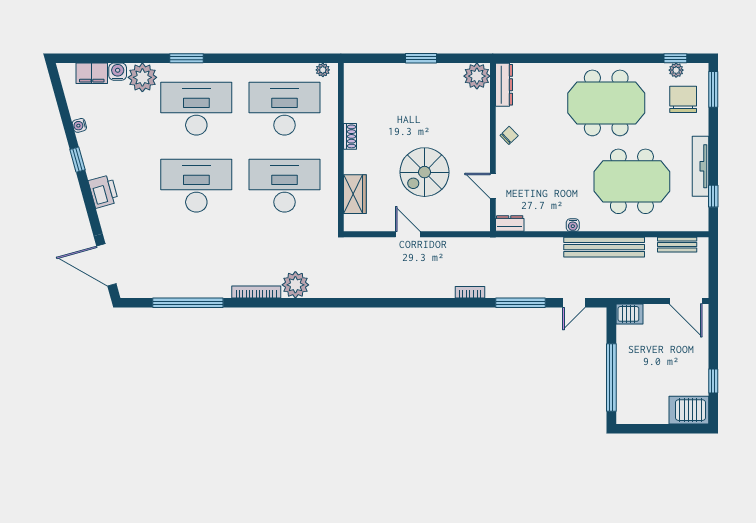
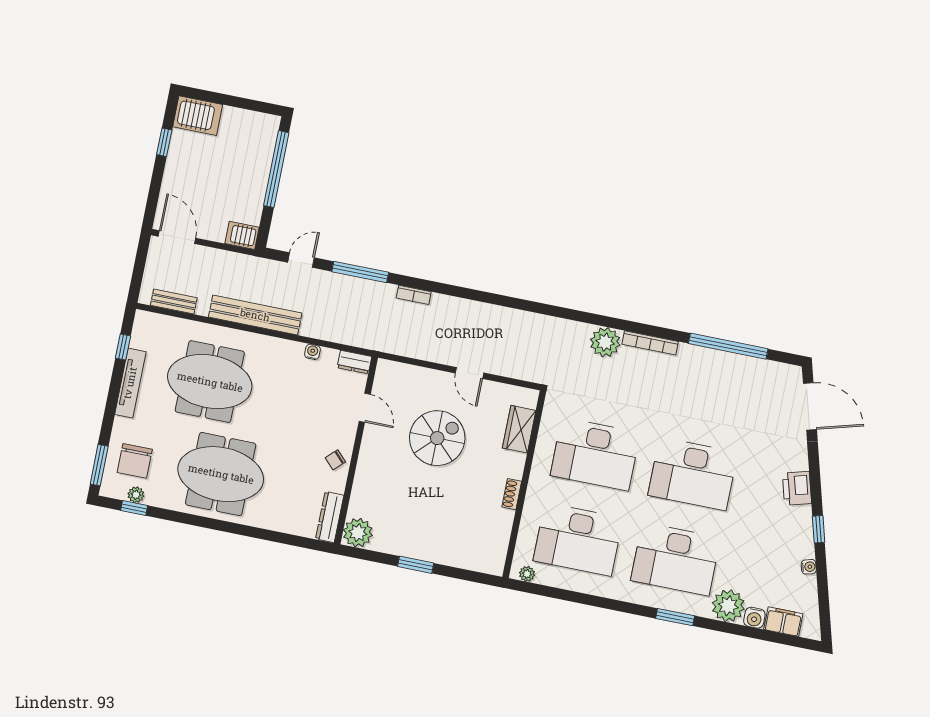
water cooler: (573, 225) -> (312, 352), moved

